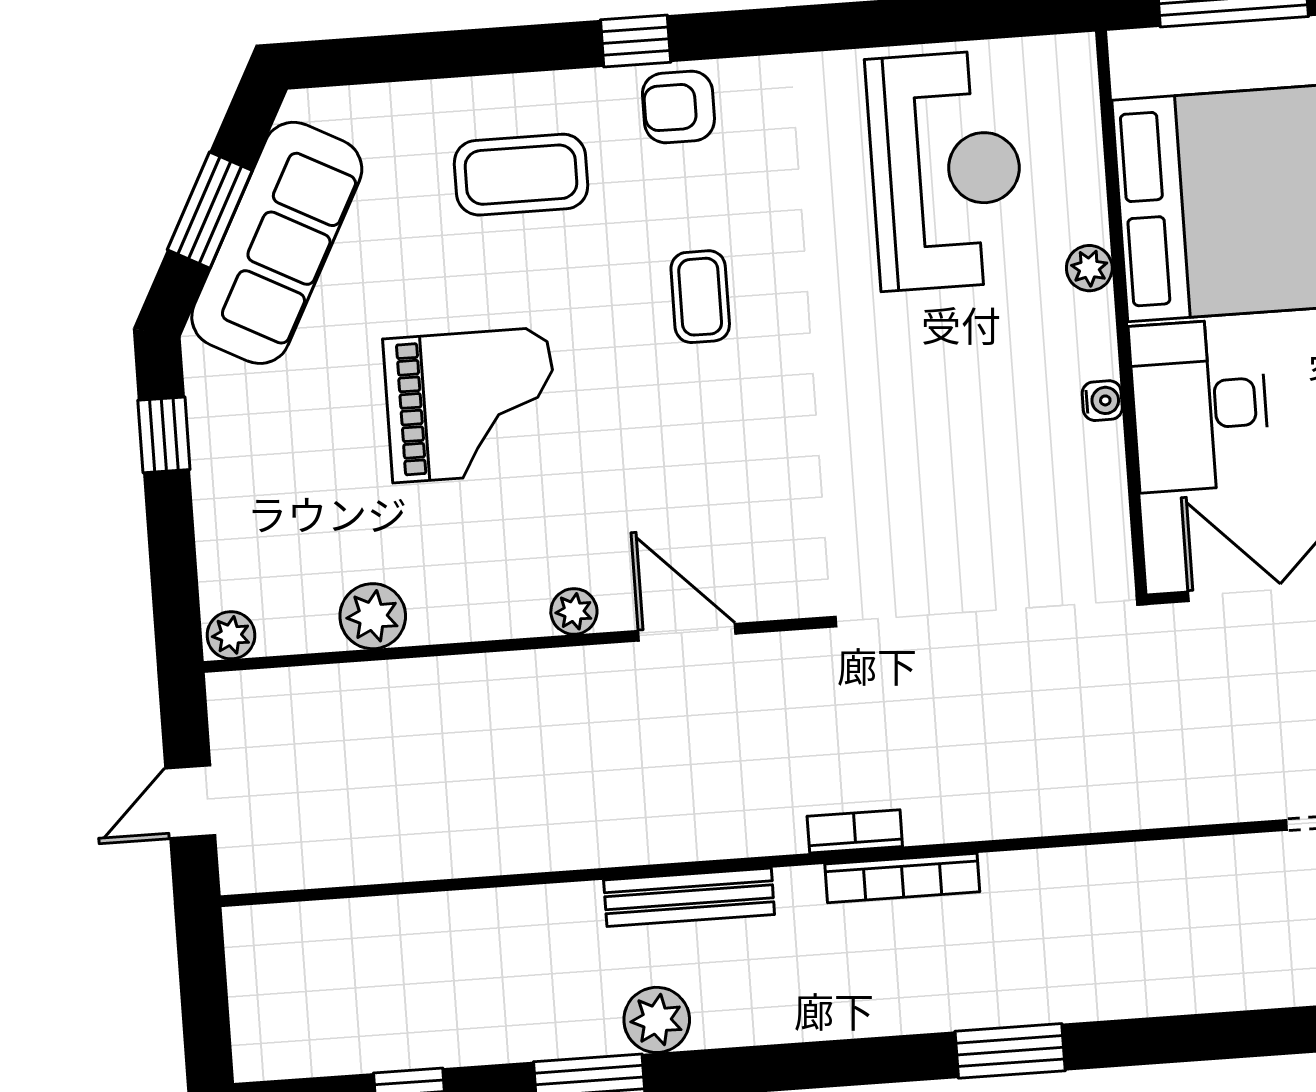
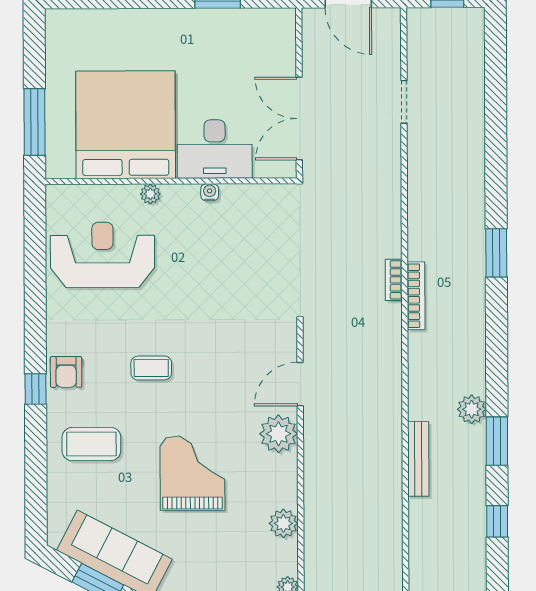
coffee table: (521, 175) -> (91, 444), turned 90
plant: (574, 611) -> (278, 434), width x1.88, depth x1.88
bookcase: (855, 831) -> (394, 280), moved
bench: (689, 897) -> (418, 459), moved

